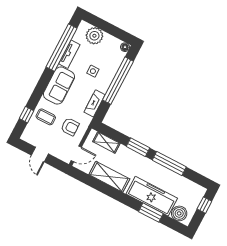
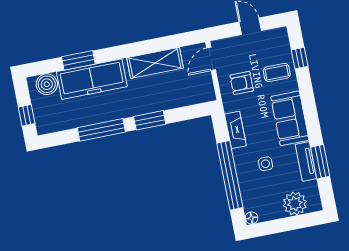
window: (62, 48) -> (320, 162), width x0.47
shelving: (106, 142) -> (188, 98), removed

